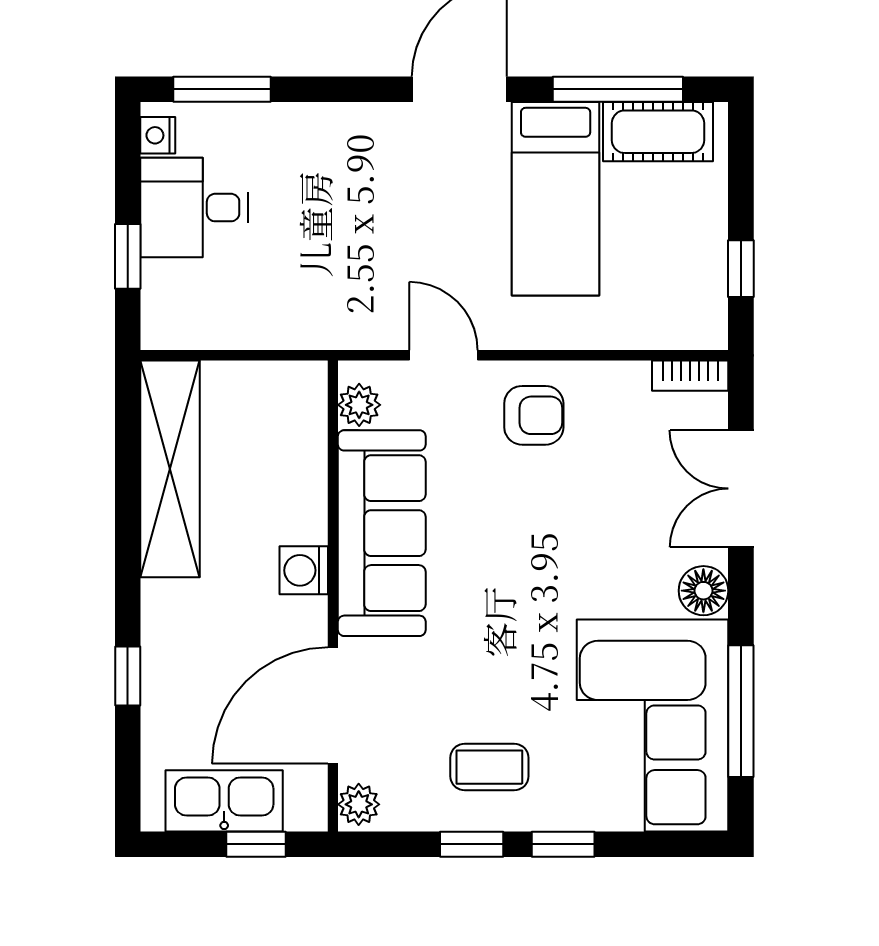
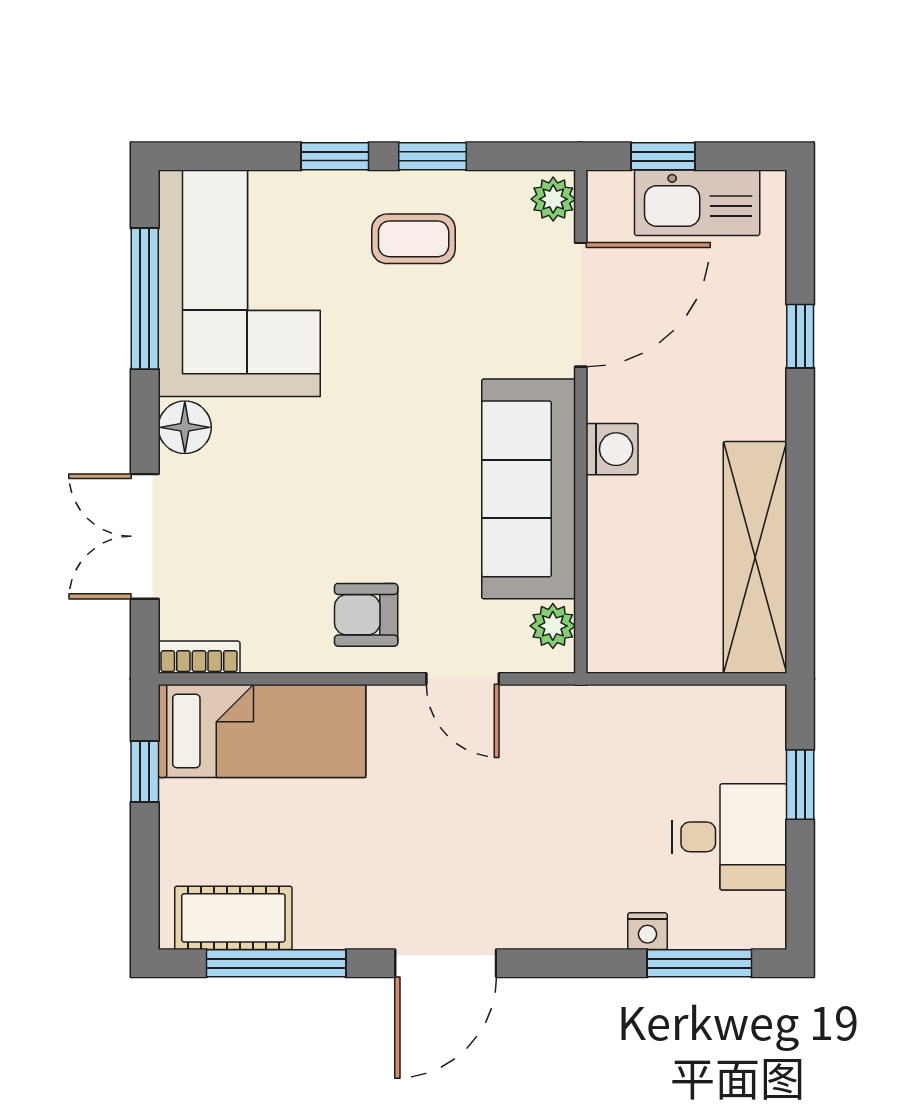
nightstand: (158, 135) -> (647, 931), moved, turned 90
bed: (556, 199) -> (262, 731), moved, turned 90
double door: (741, 489) -> (145, 536), swing flipped

